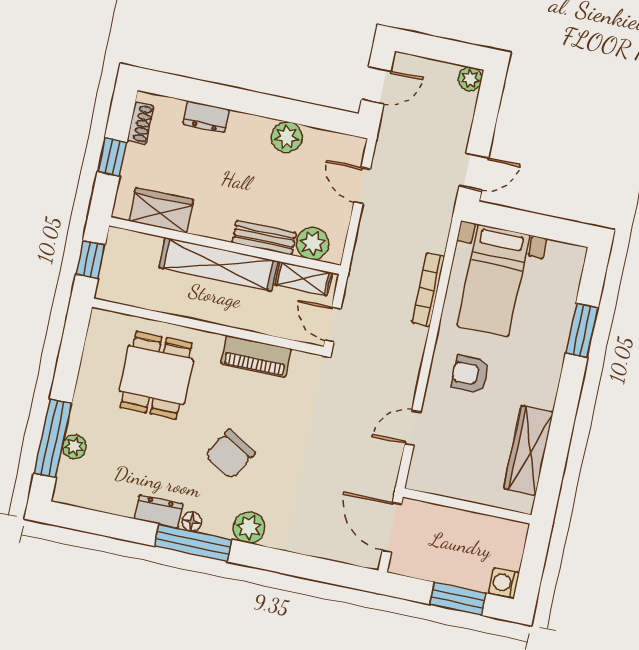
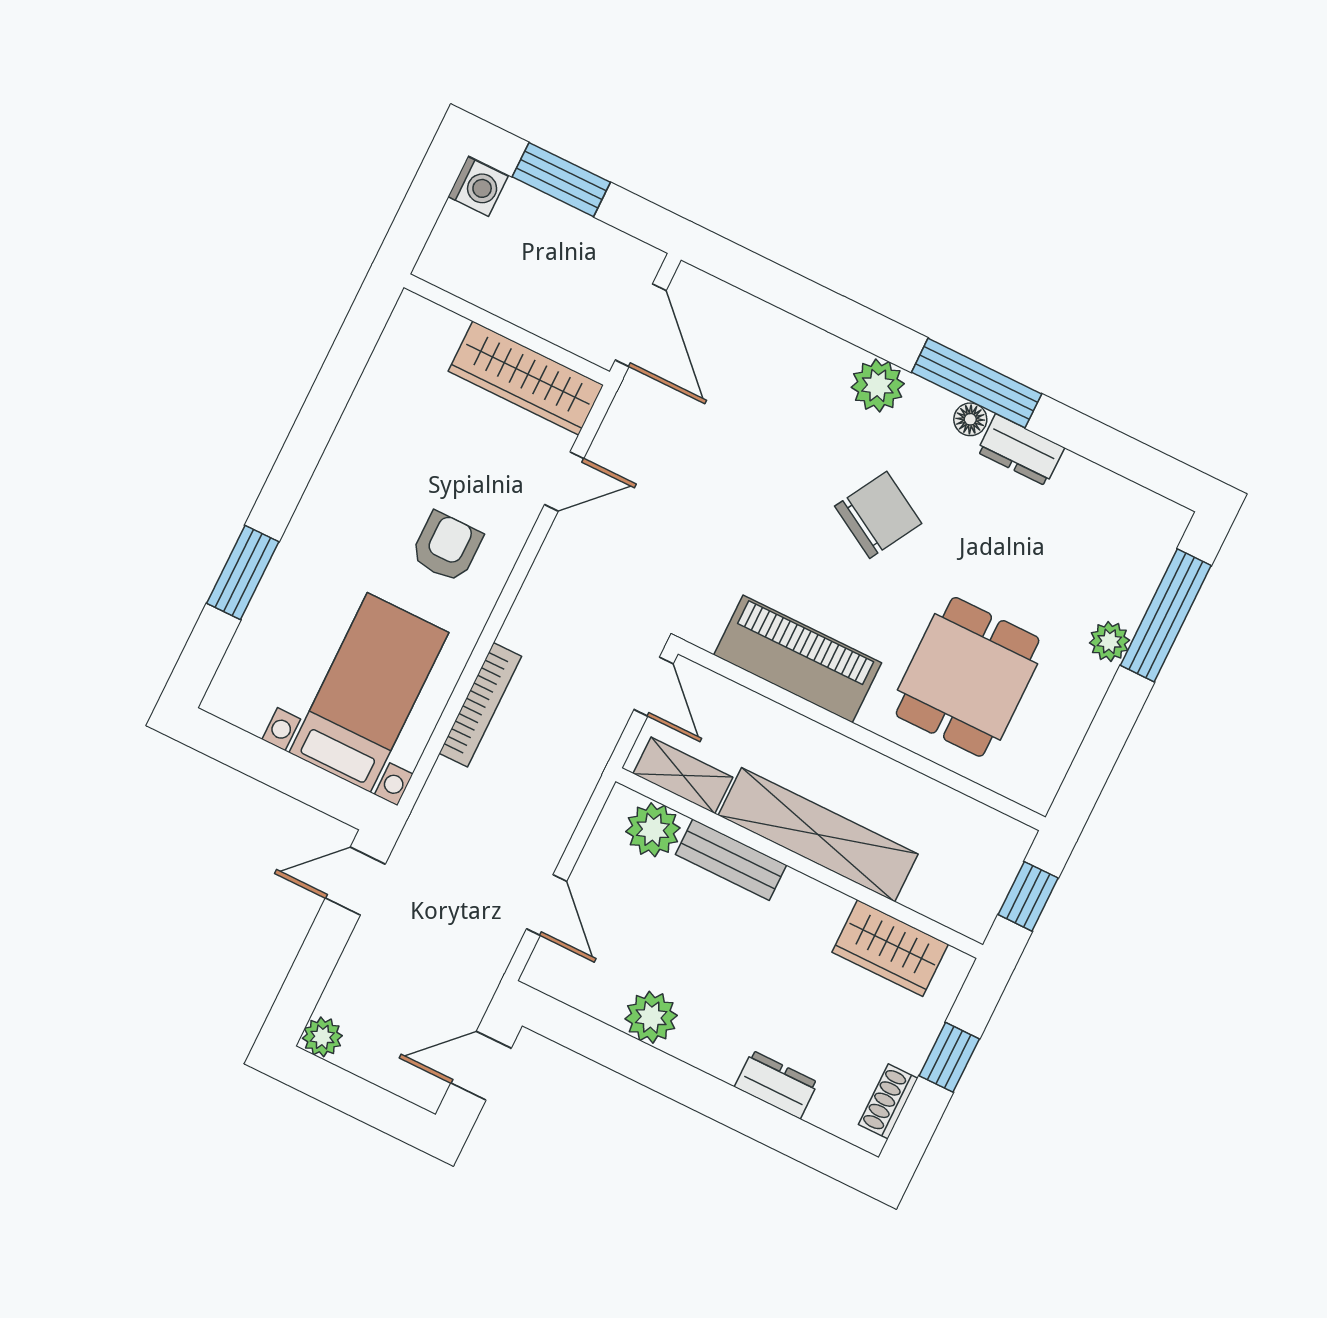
piano: (256, 356) -> (798, 659), width x1.37, depth x1.33
armchair: (470, 374) -> (447, 547), turned -90
plant: (74, 447) -> (1109, 641), moved
wardrobe: (528, 450) -> (526, 378), moved, turned 90

